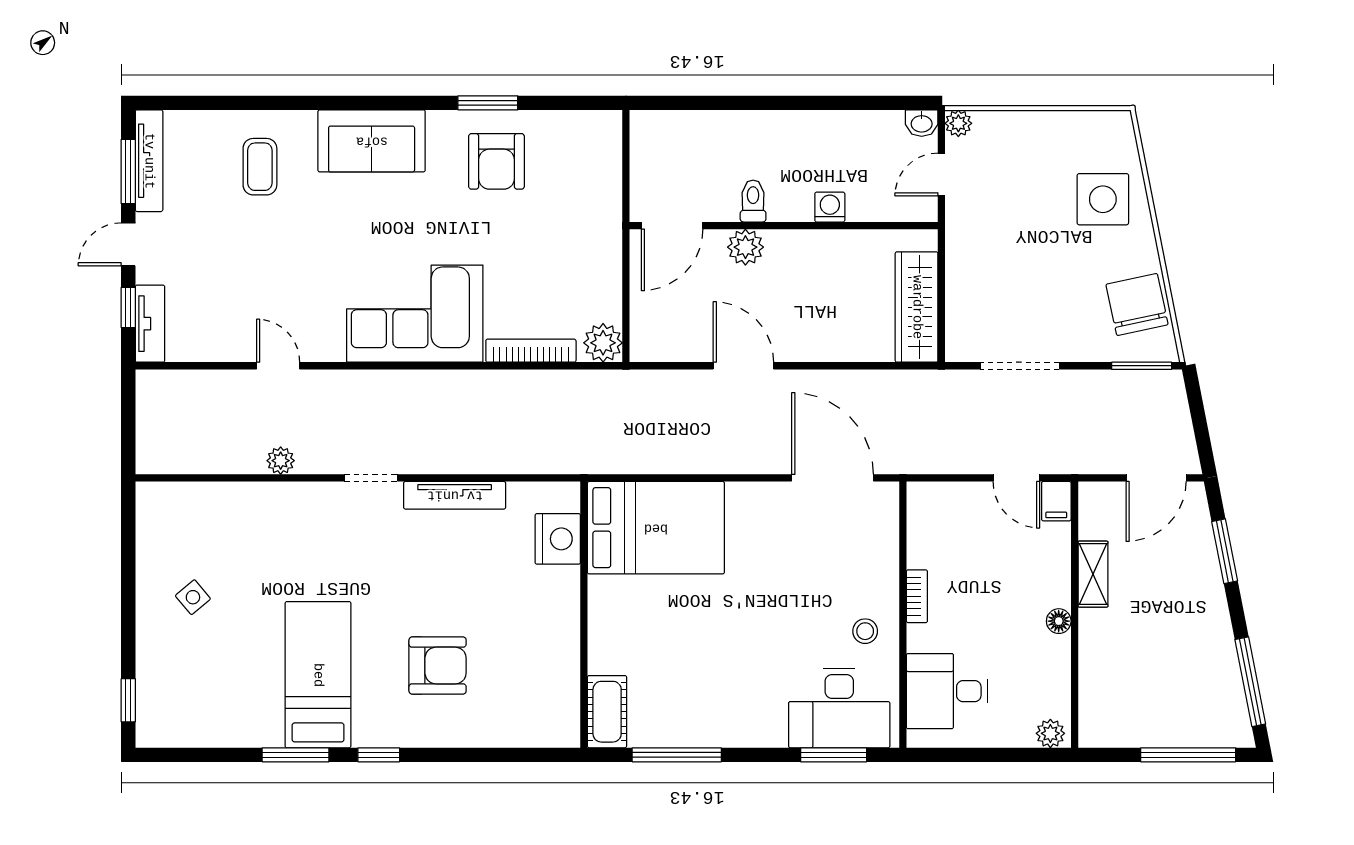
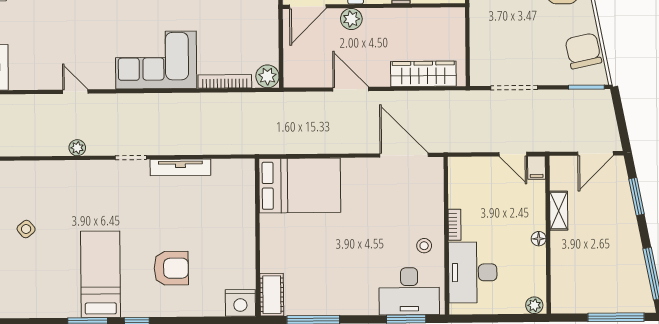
wardrobe: (917, 307) -> (423, 74), moved, turned 90
nightstand: (558, 539) -> (240, 303), moved, turned 90
desk: (947, 691) -> (473, 272), width x1.37

